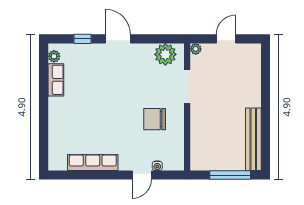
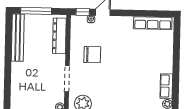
dresser: (198, 143) -> (59, 36), added
row of seats: (93, 162) -> (153, 23), moved
window: (168, 175) -> (83, 12), added

